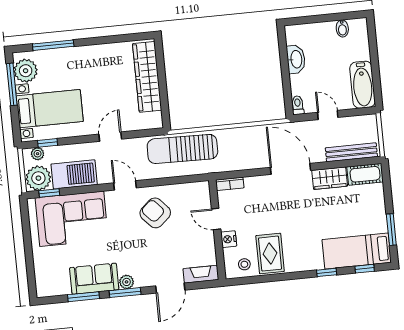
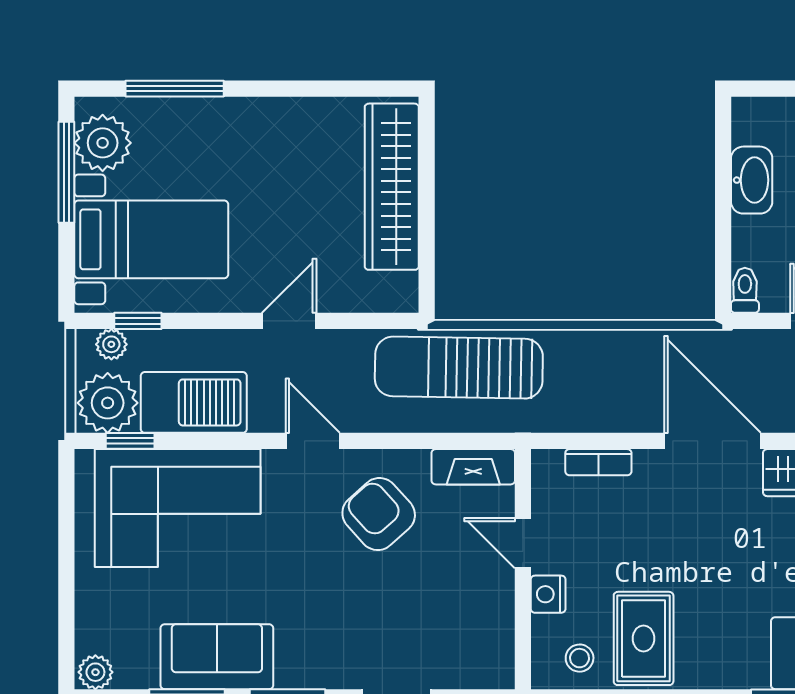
bookcase: (230, 184) -> (598, 462), moved
fireplace: (201, 274) -> (473, 467), moved, turned 180
plant: (127, 282) -> (95, 672), moved

